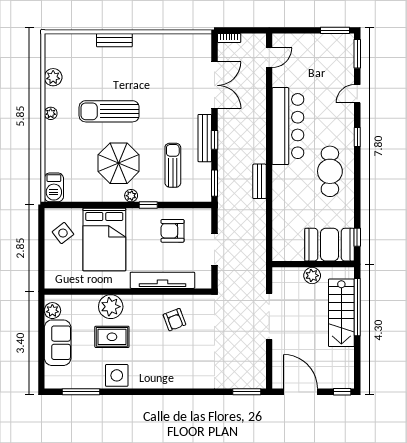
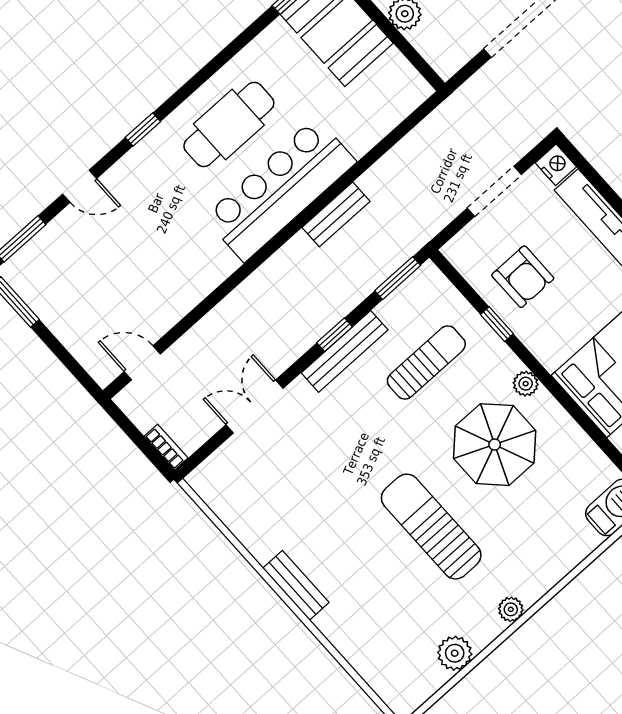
bench: (114, 40) -> (296, 585), moved
double door: (214, 85) -> (255, 406), width x0.73
sun lounger: (109, 111) -> (431, 527), turned 180
bar counter: (288, 126) -> (280, 190), moved
sun lounger: (173, 165) -> (426, 362), turned 180
window: (148, 205) -> (497, 324), moved
nightstand: (204, 281) -> (556, 165), added

